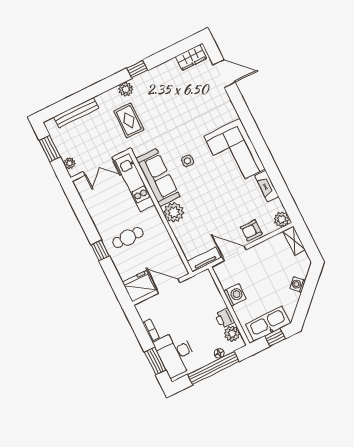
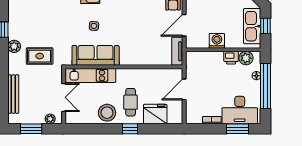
plant: (174, 212) -> (129, 56), removed
stool: (105, 219) -> (107, 113), added
fridge: (139, 286) -> (155, 114), moved, turned 90

